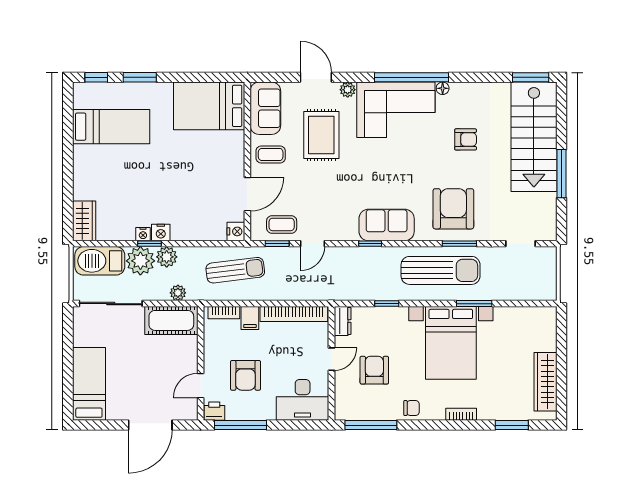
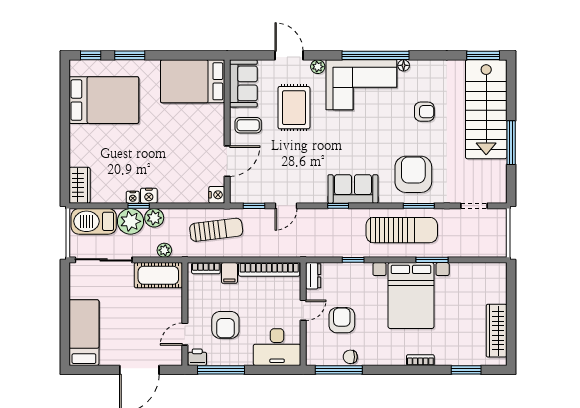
bed: (111, 127) -> (104, 100), width x1.50
coffee table: (282, 224) -> (258, 188), removed
chair: (412, 408) -> (350, 357), moved, turned 180

